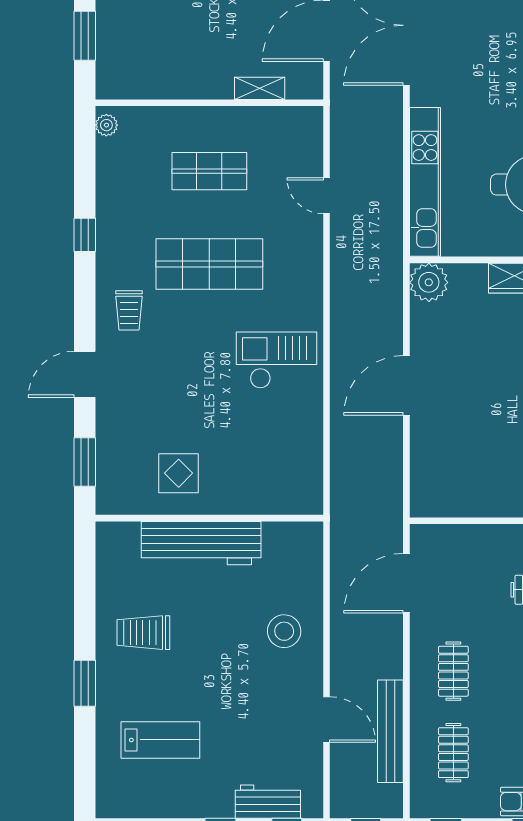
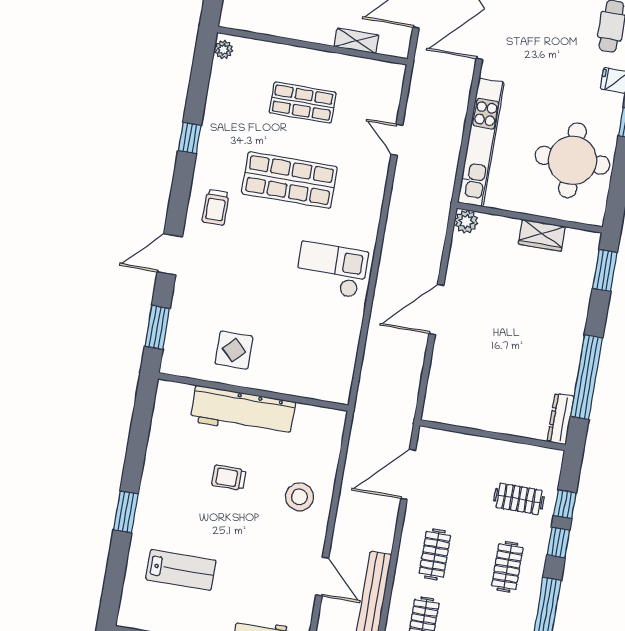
plant: (429, 282) -> (466, 222), width x0.73, depth x0.73
trolley: (143, 633) -> (229, 478), moved, width x0.73, depth x0.72

